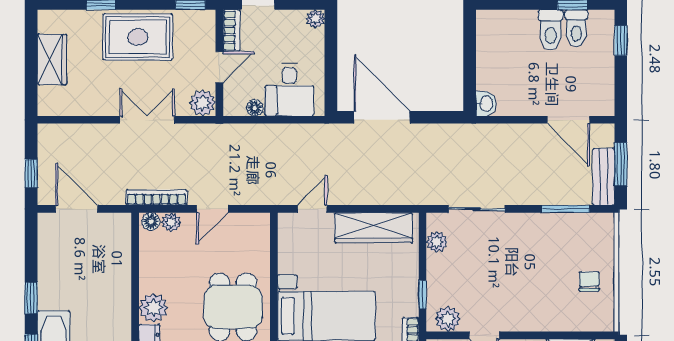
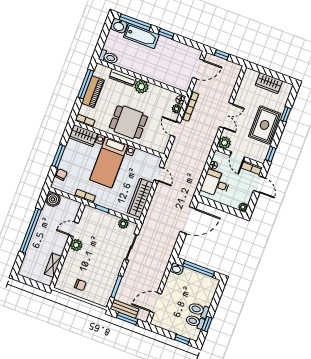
window: (470, 60) -> (199, 269), added
plant: (448, 319) -> (76, 245), moved

